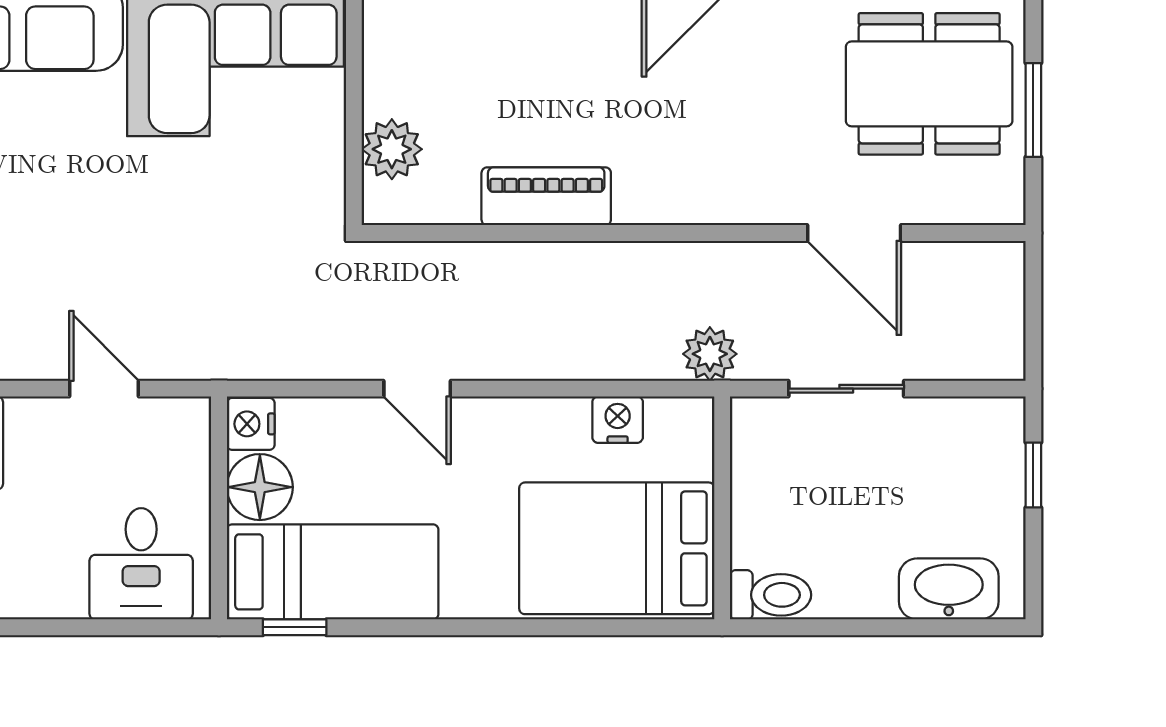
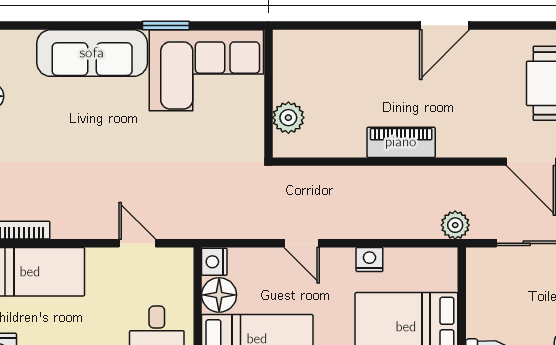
piano: (546, 196) -> (401, 142), moved
nightstand: (618, 420) -> (369, 260), moved

